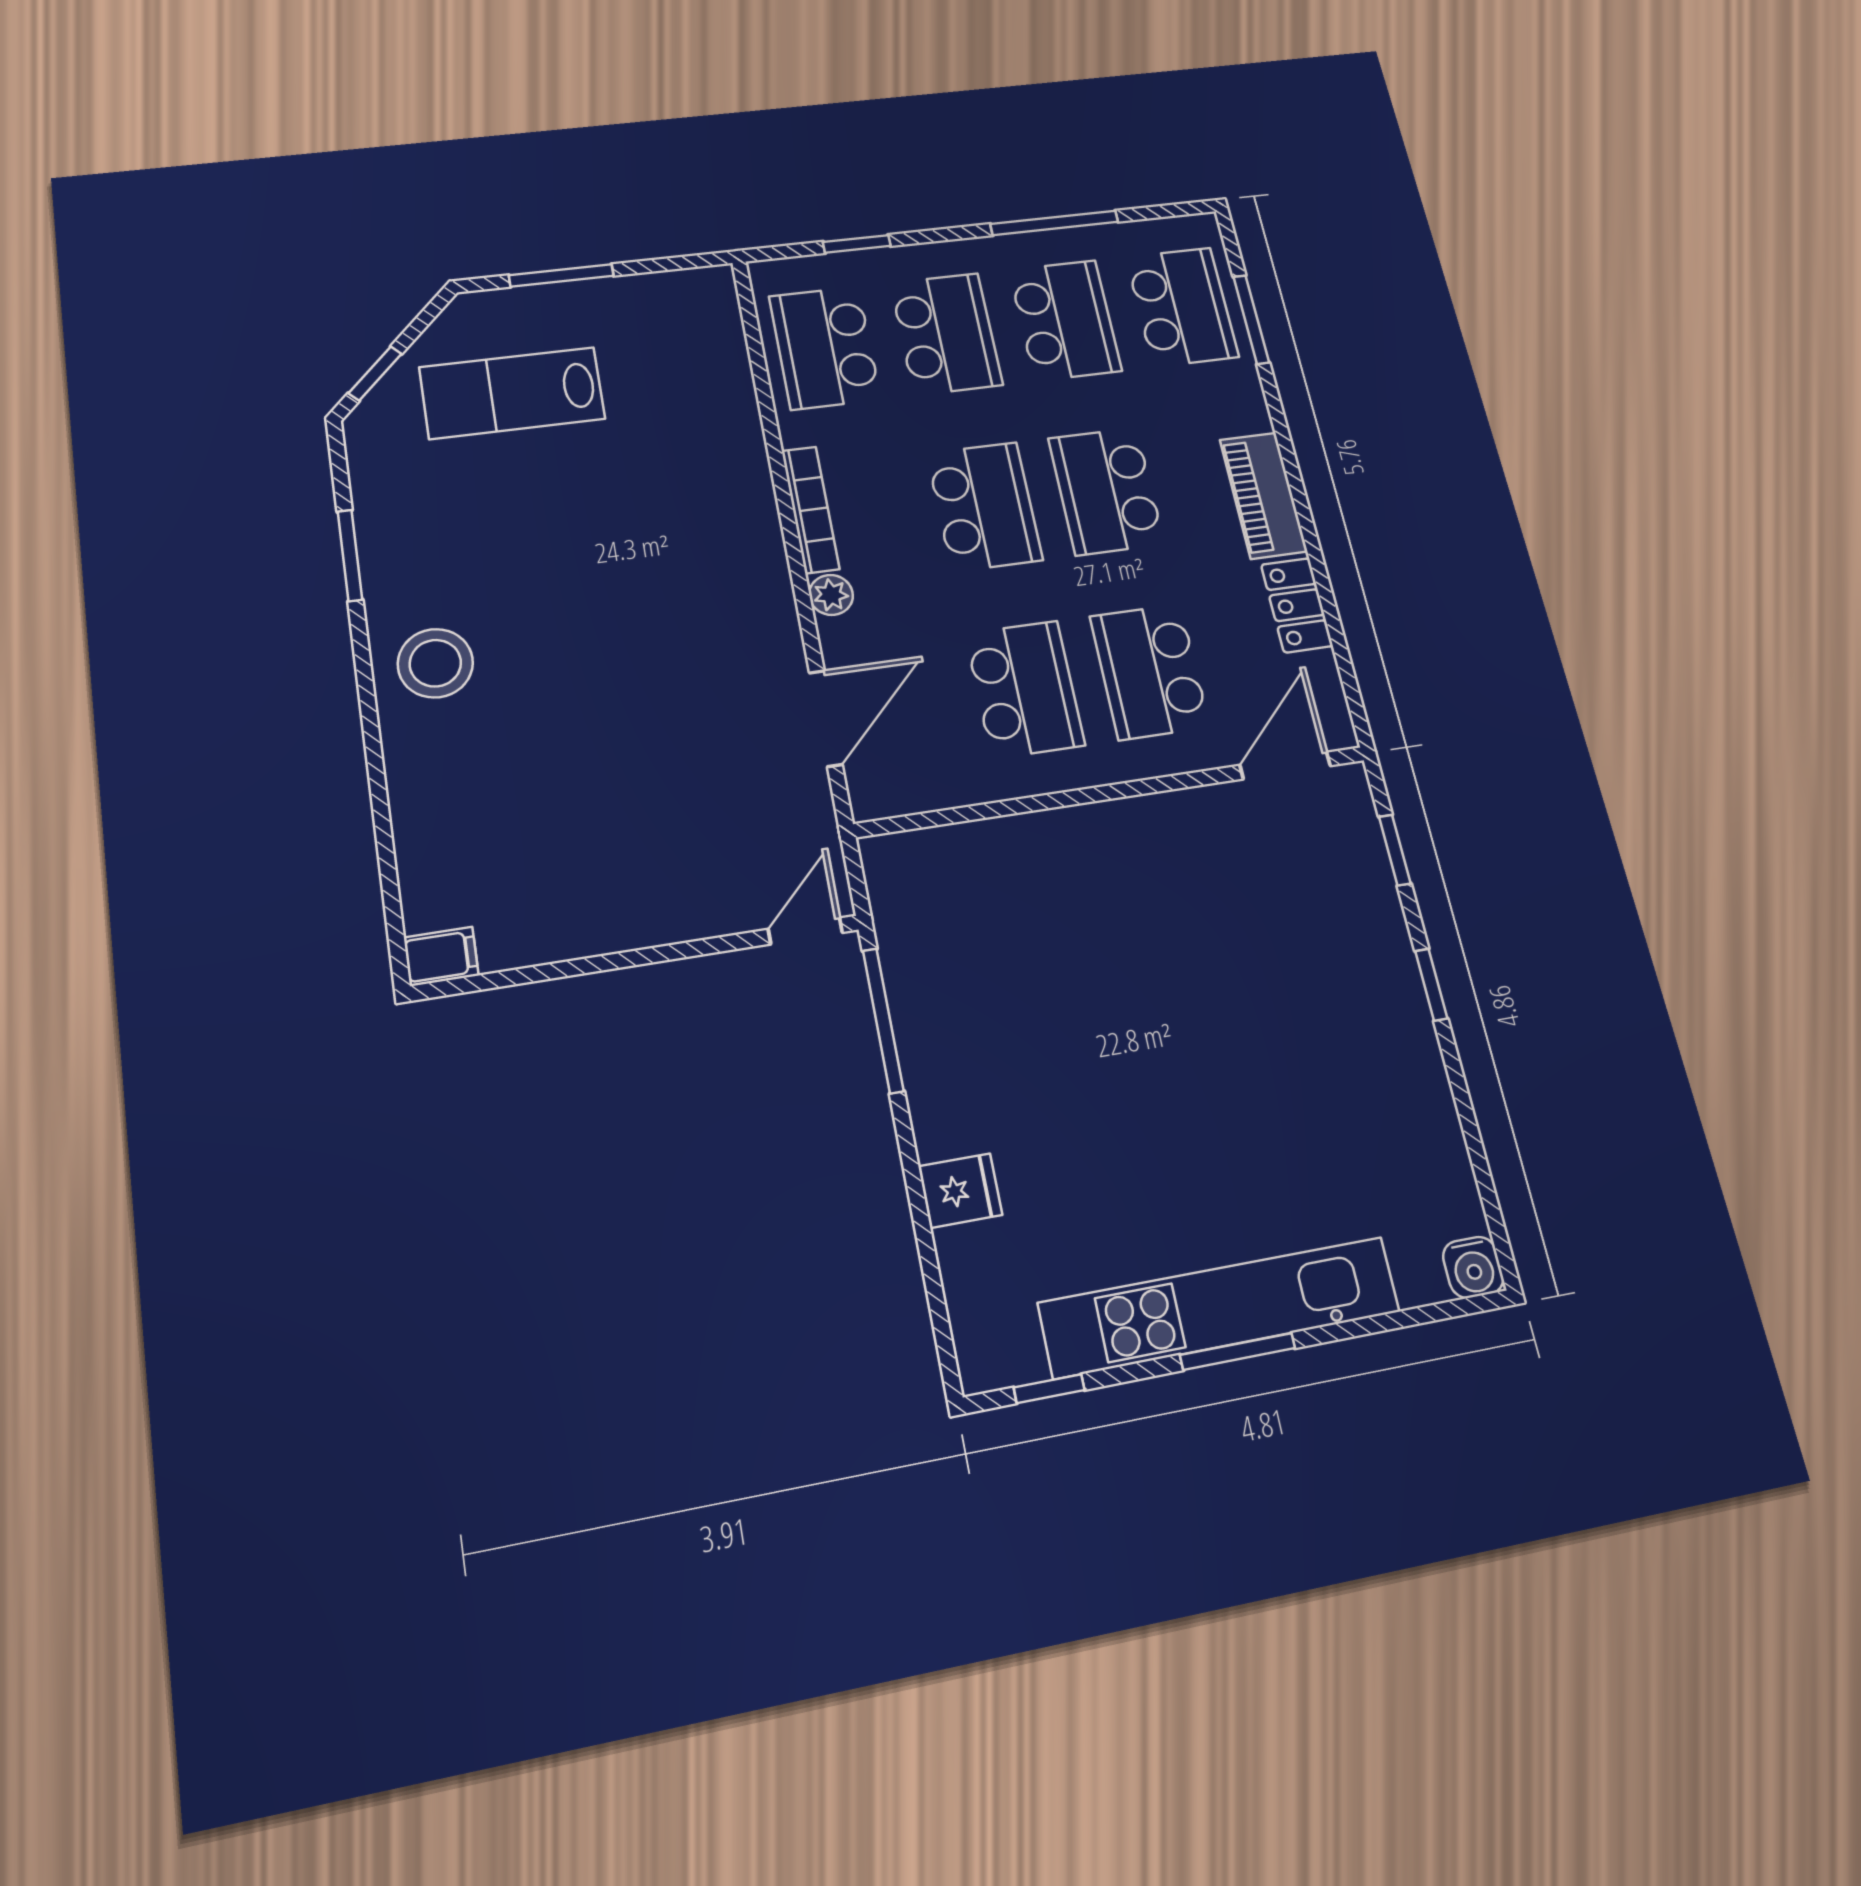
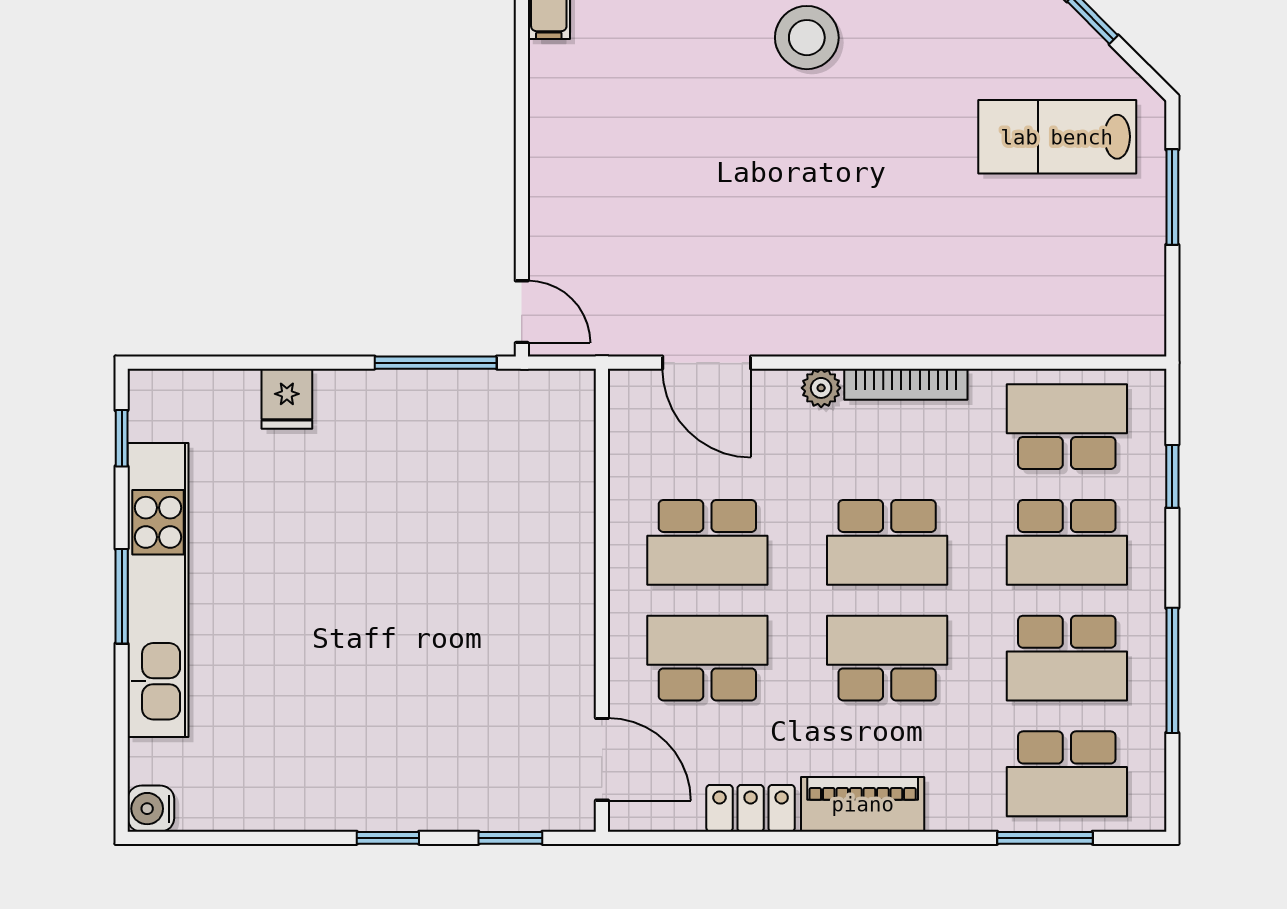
lab bench: (512, 393) -> (1057, 137), turned -90

